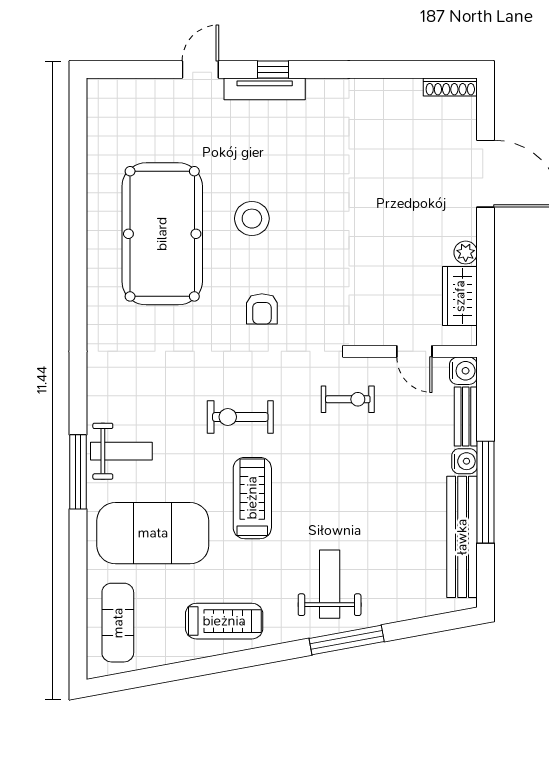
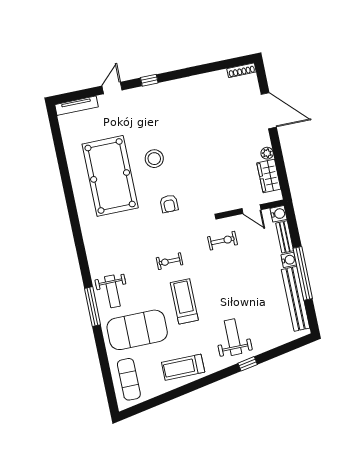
tv unit: (265, 89) -> (77, 106), moved
exercise bike: (240, 417) -> (170, 261), width x0.73, depth x0.72
weight bench: (121, 451) -> (112, 291), turned 90
treadmill: (224, 621) -> (183, 367), turned 180
window: (347, 640) -> (248, 364), width x0.46

